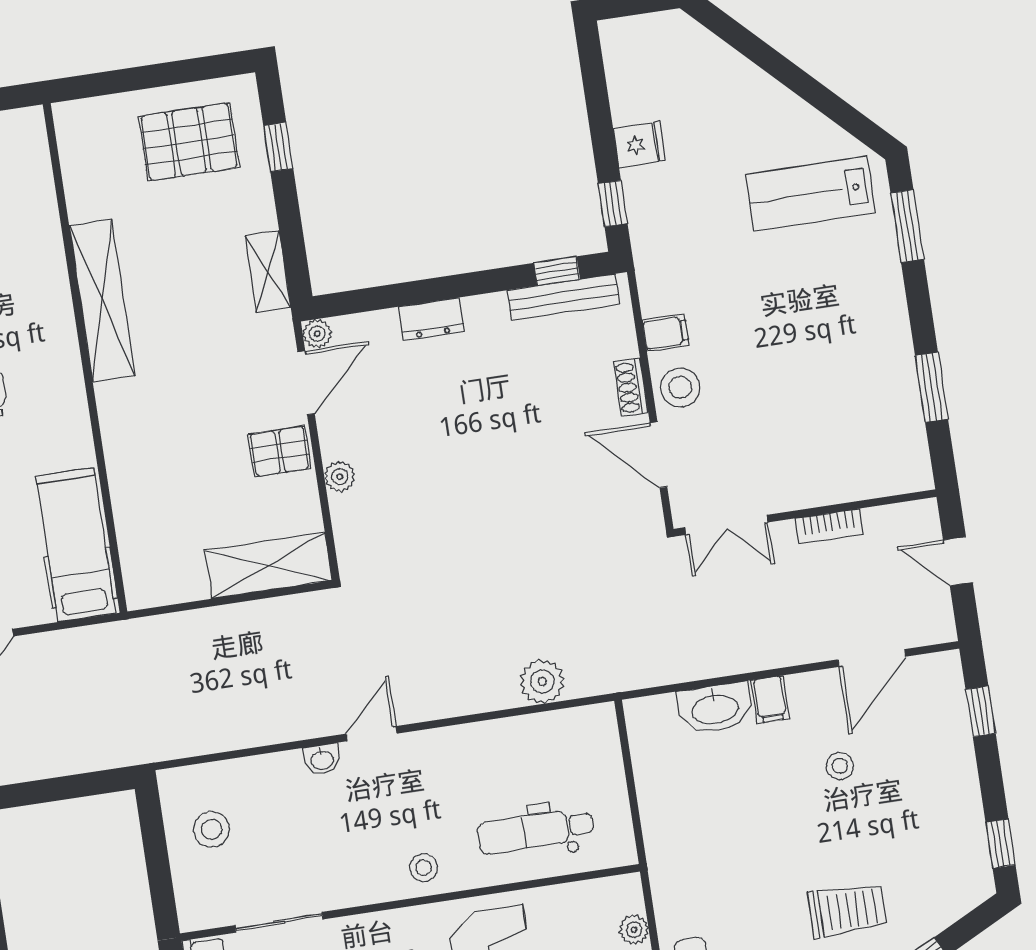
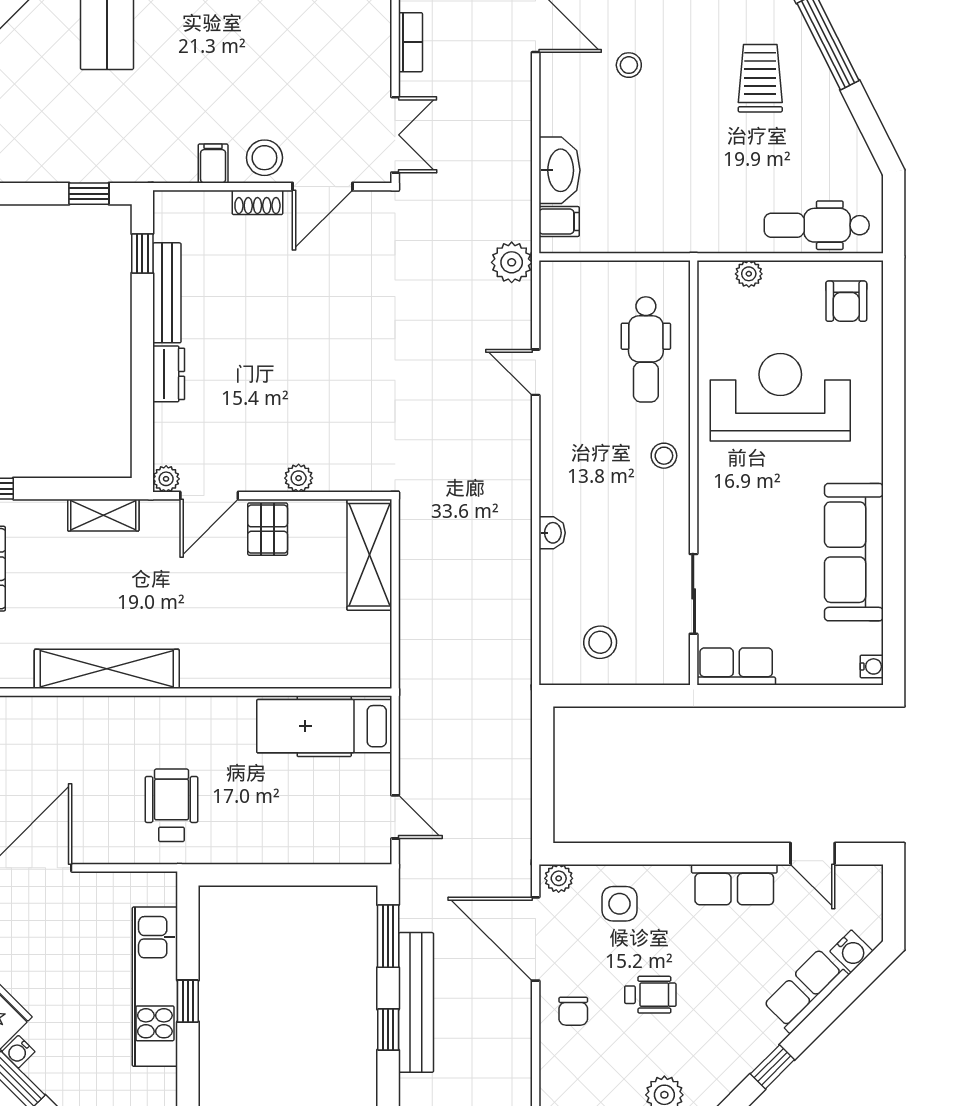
fridge: (639, 145) -> (39, 161), removed
bench: (564, 297) -> (167, 293), moved
door: (306, 383) -> (209, 496), swing flipped
plant: (542, 681) -> (512, 262), moved
filing cabinet: (770, 699) -> (559, 222), moved
door: (372, 734) -> (536, 372), moved

